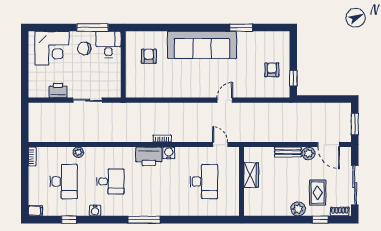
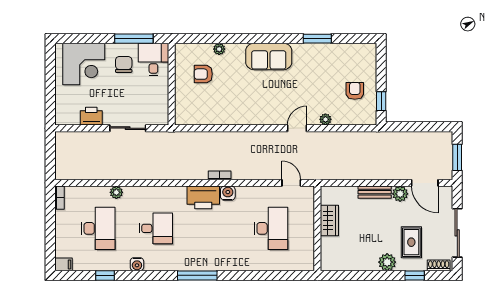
plant: (162, 36) -> (219, 49), added
sofa: (202, 45) -> (269, 56), width x0.54, depth x0.79
chair: (84, 48) -> (124, 64), turned 90
armchair: (149, 56) -> (203, 74), turned -90
plant: (248, 93) -> (325, 119), added

